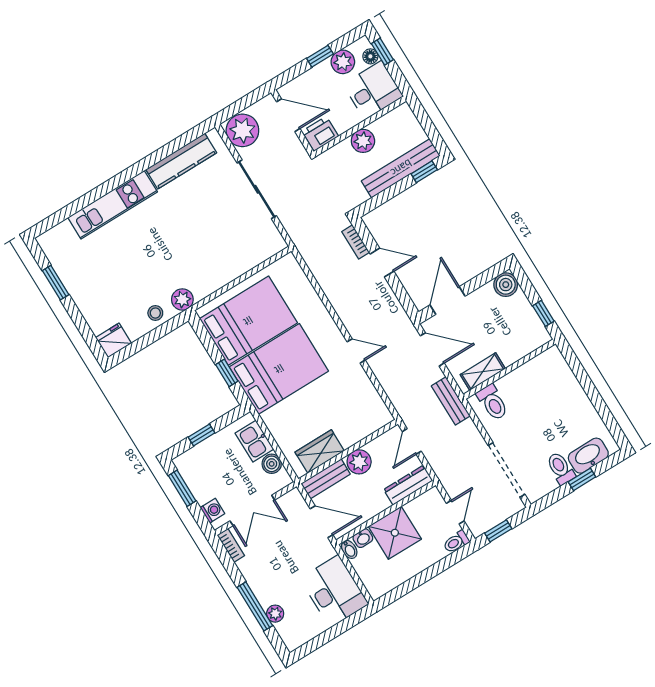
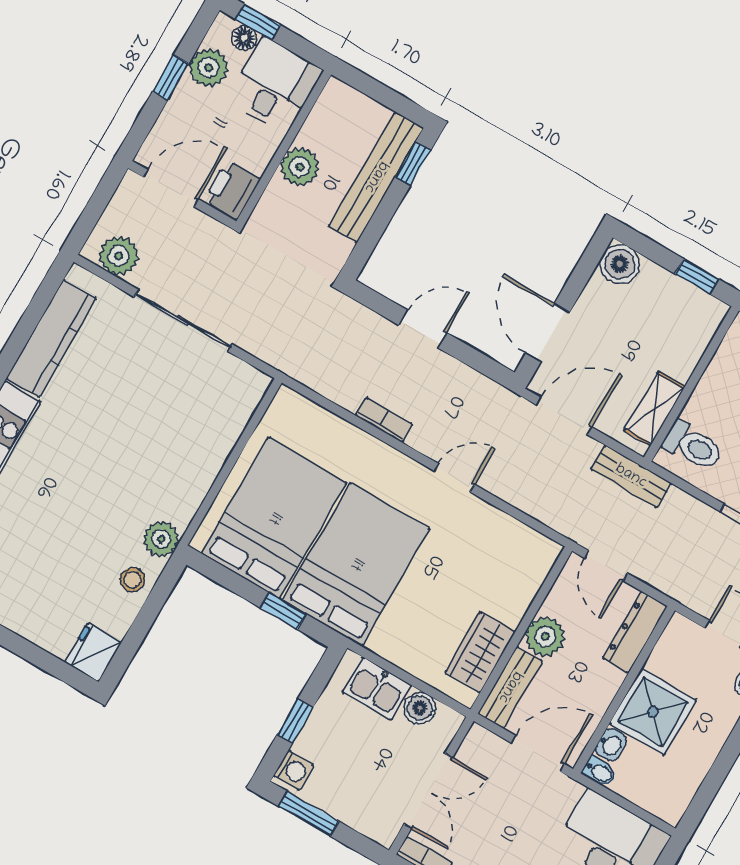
plant: (242, 130) -> (119, 256), width x0.73, depth x0.73
bookcase: (356, 242) -> (384, 420), moved, turned 180
washing machine: (213, 511) -> (294, 770), moved, turned 90

